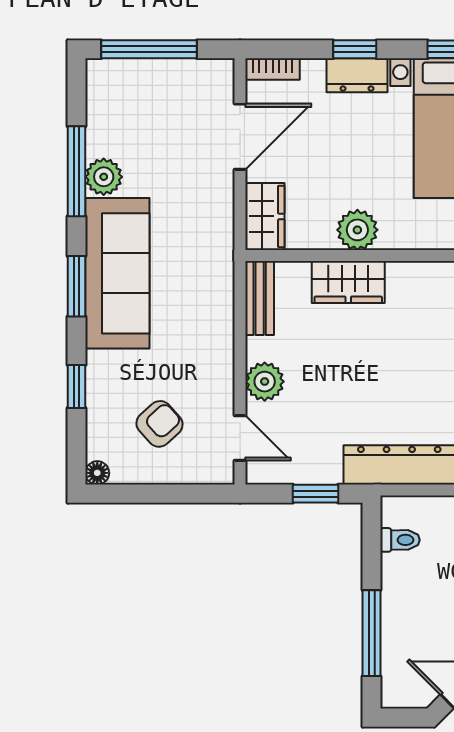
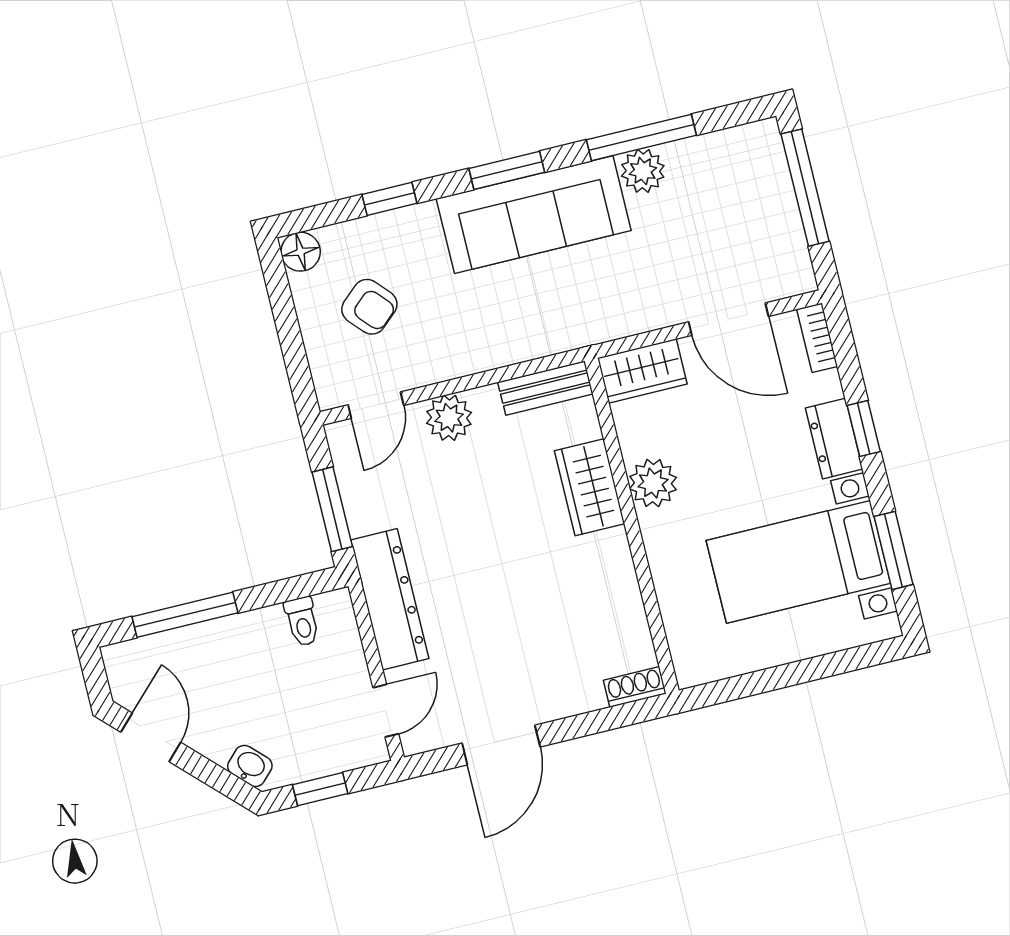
floor lamp: (97, 473) -> (301, 252), width x1.37, depth x1.37
window: (315, 494) -> (332, 509), width x1.50

